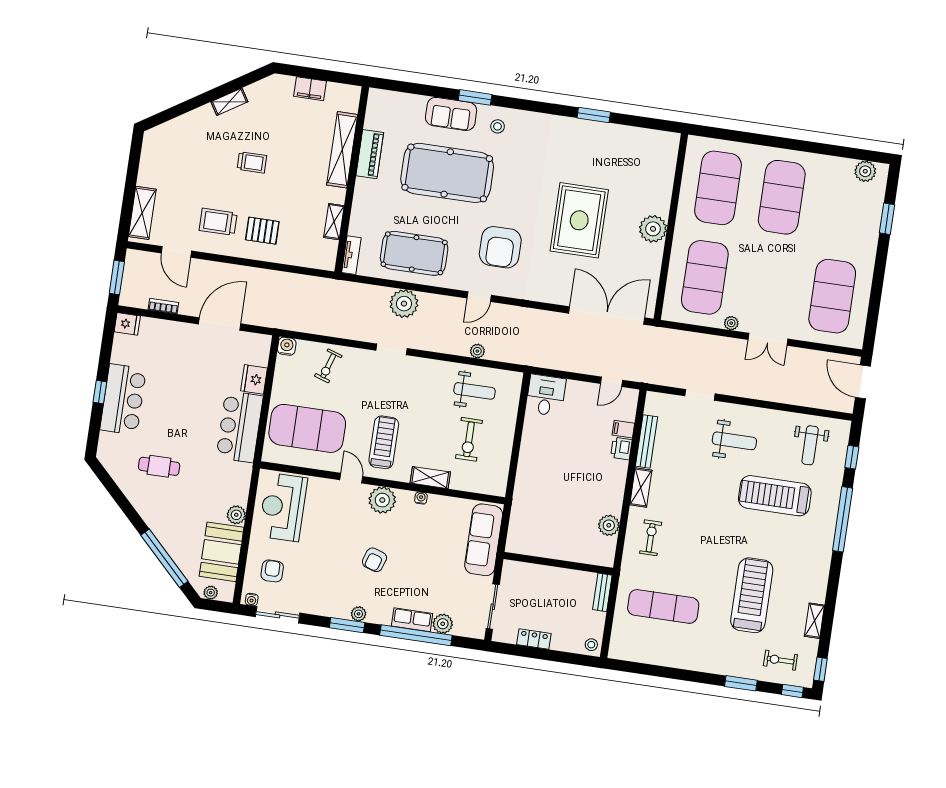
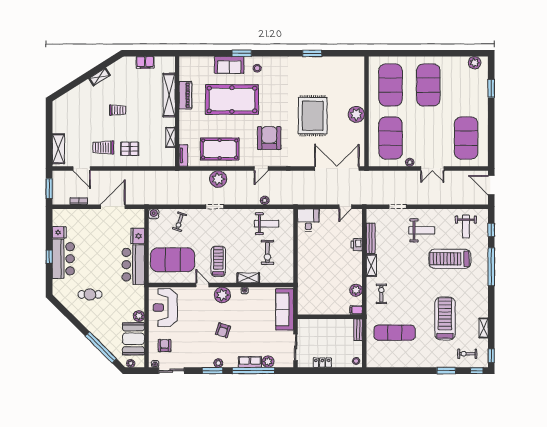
armchair: (500, 247) -> (269, 138), turned 180
fridge: (127, 324) -> (59, 232), moved
filing cabinet: (623, 429) -> (356, 310), moved

